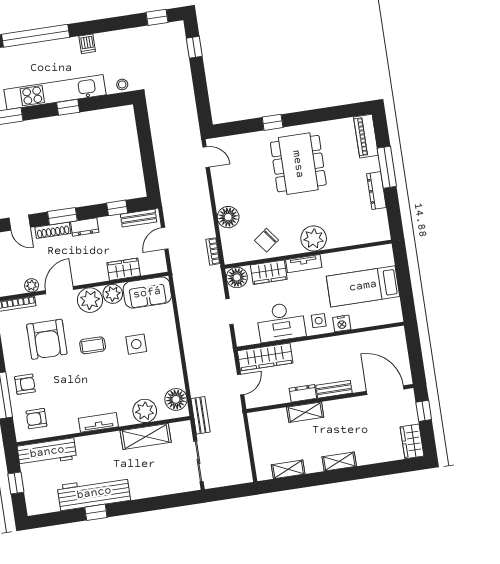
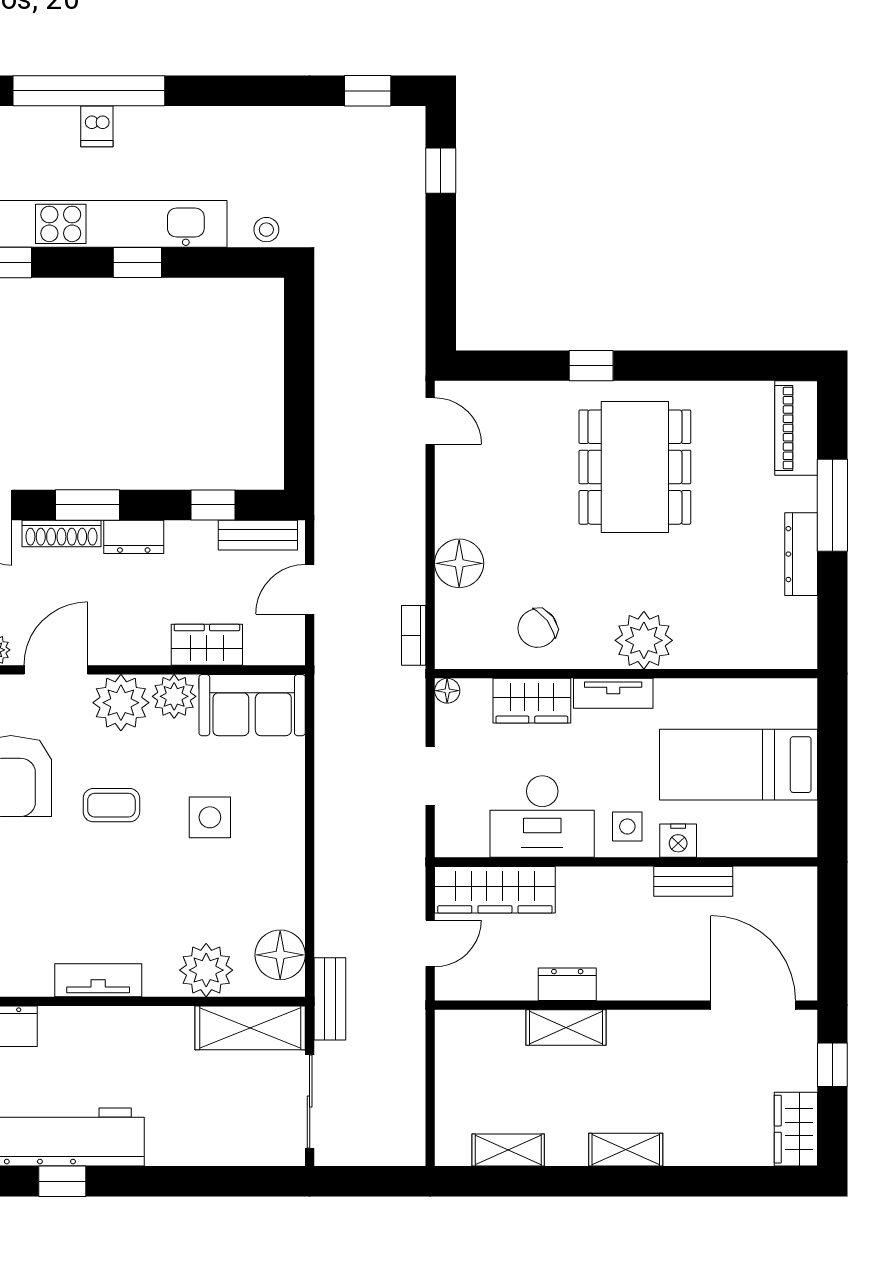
dishwasher: (87, 44) -> (97, 126), moved
floor lamp: (237, 277) -> (447, 691), width x0.53, depth x0.53
bench: (334, 389) -> (693, 881), moved
shelving: (146, 436) -> (250, 1028), moved

